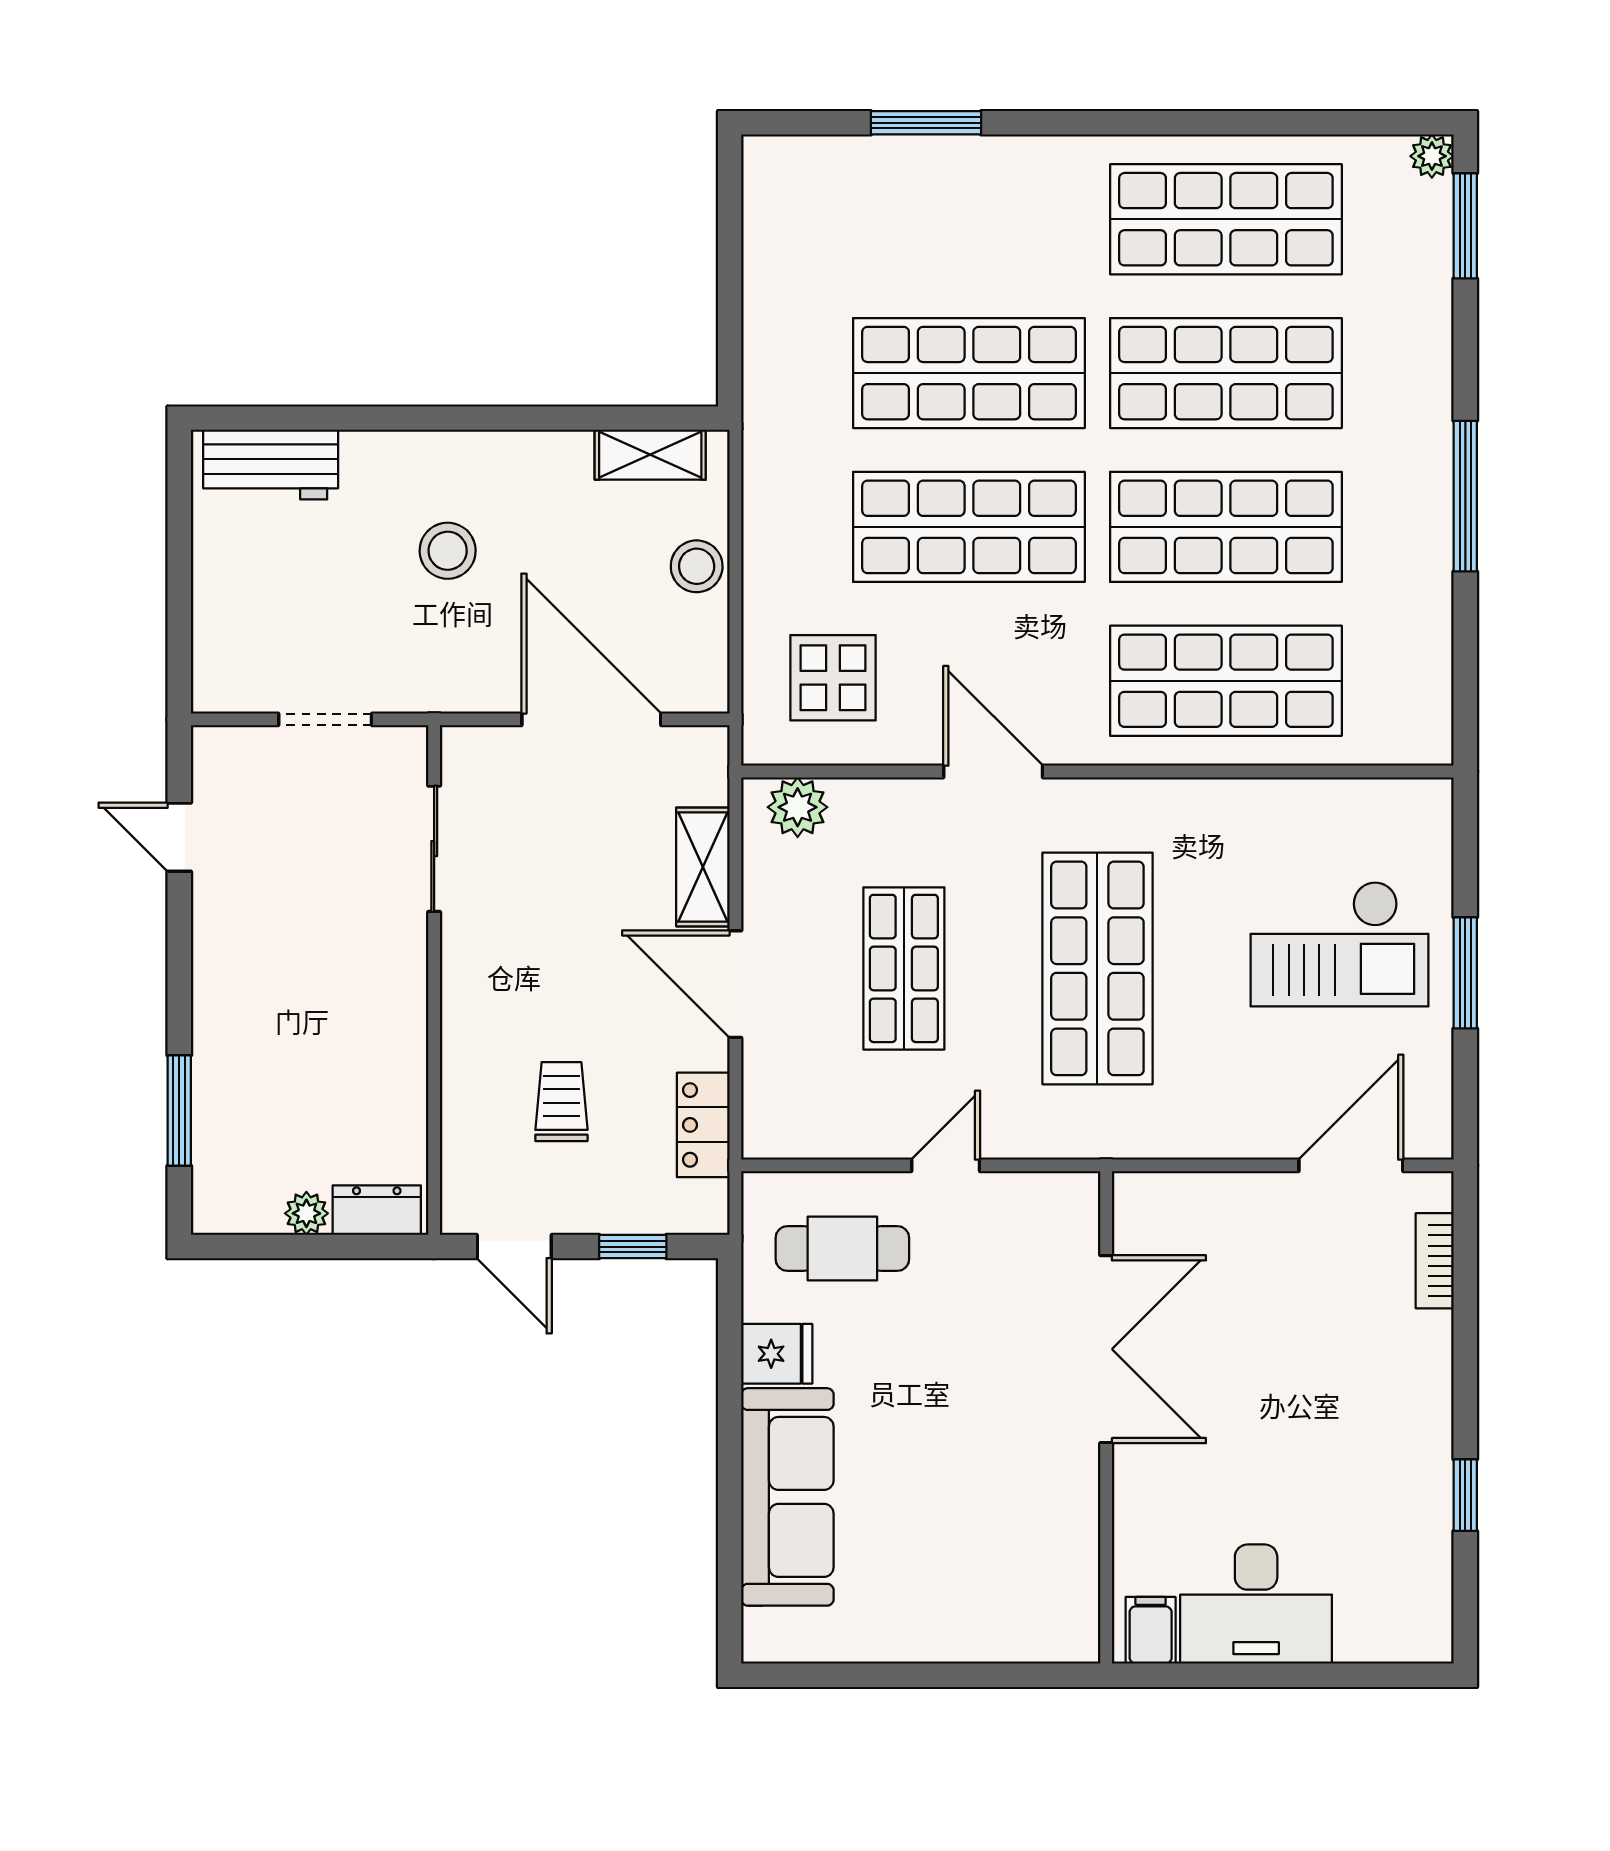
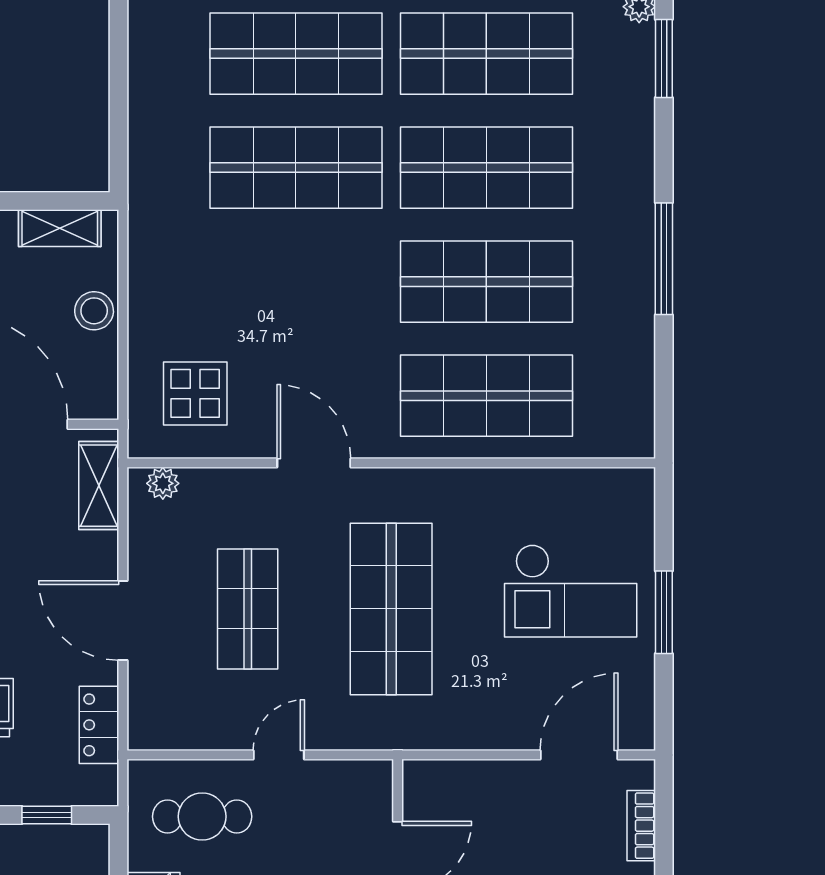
shop shelf: (969, 527) -> (296, 54), moved
plant: (798, 807) -> (163, 483), width x0.73, depth x0.73
shelving: (703, 867) -> (99, 486), moved

